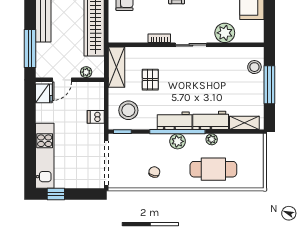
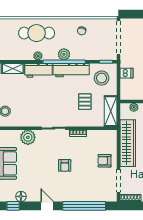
workbench: (175, 121) -> (71, 70), width x1.38

